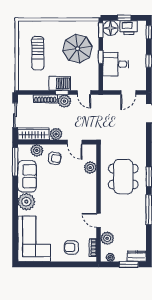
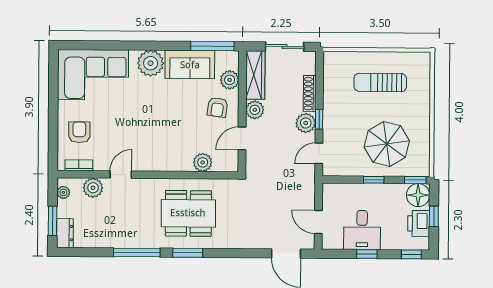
desk: (116, 64) -> (362, 230), moved, turned 180
barbecue: (60, 83) -> (333, 116), removed

